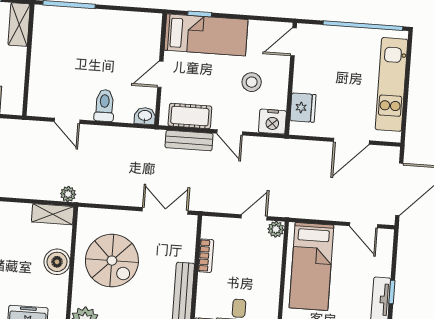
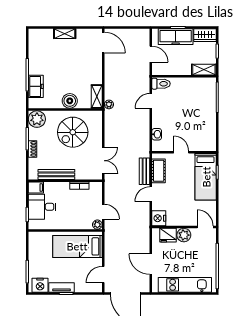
plant: (305, 80) -> (184, 235), added
stool: (252, 82) -> (180, 205), removed
toilet: (104, 105) -> (161, 84), moved
washbasin: (145, 116) -> (157, 134), moved

